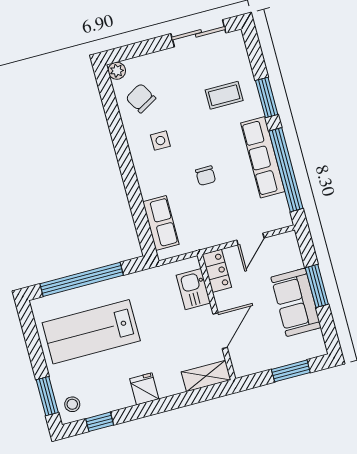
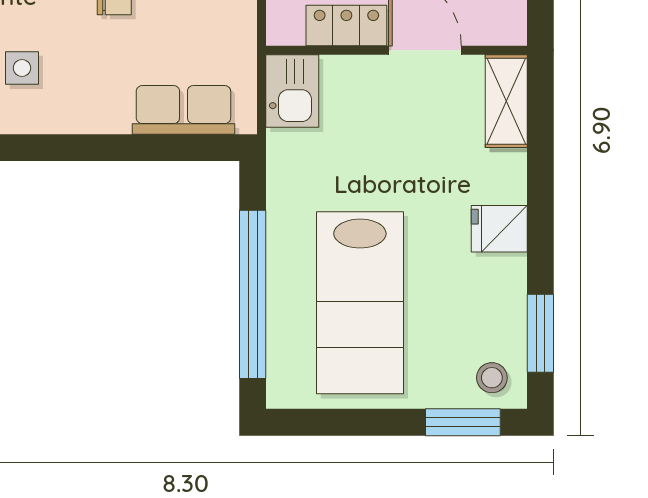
locker: (217, 271) -> (346, 26), moved
kitchen sink: (193, 289) -> (292, 91), moved, turned -90
window: (100, 422) -> (540, 333), width x1.50

